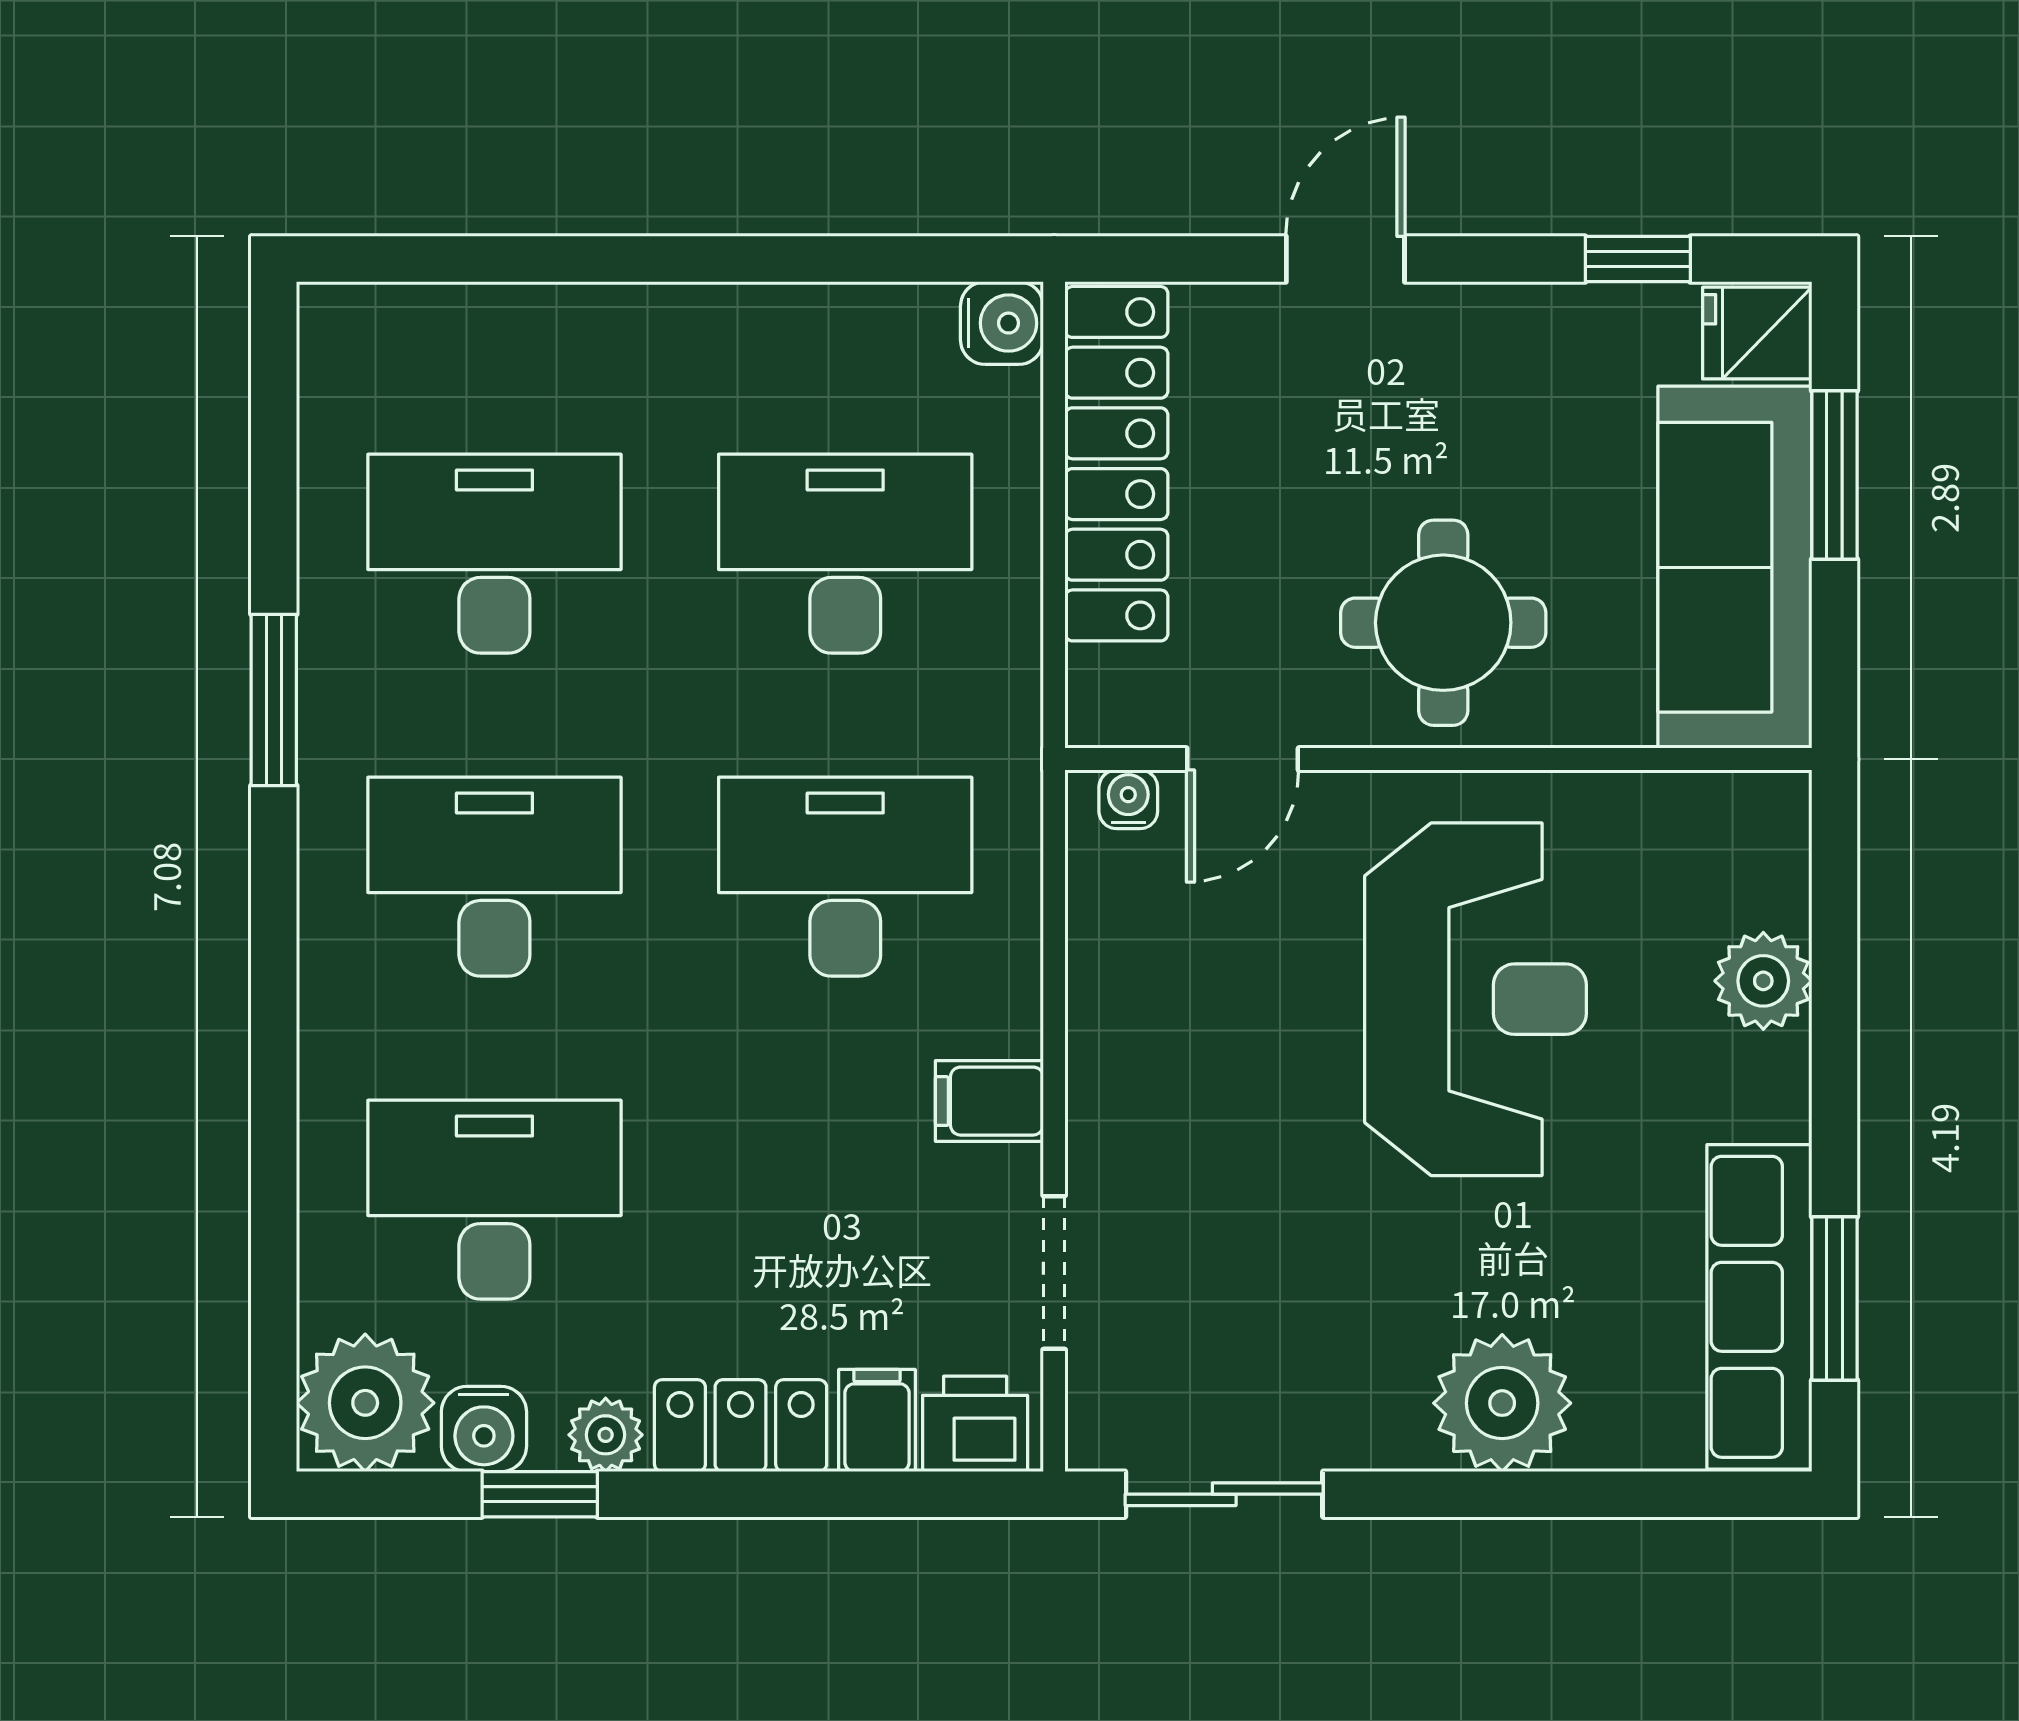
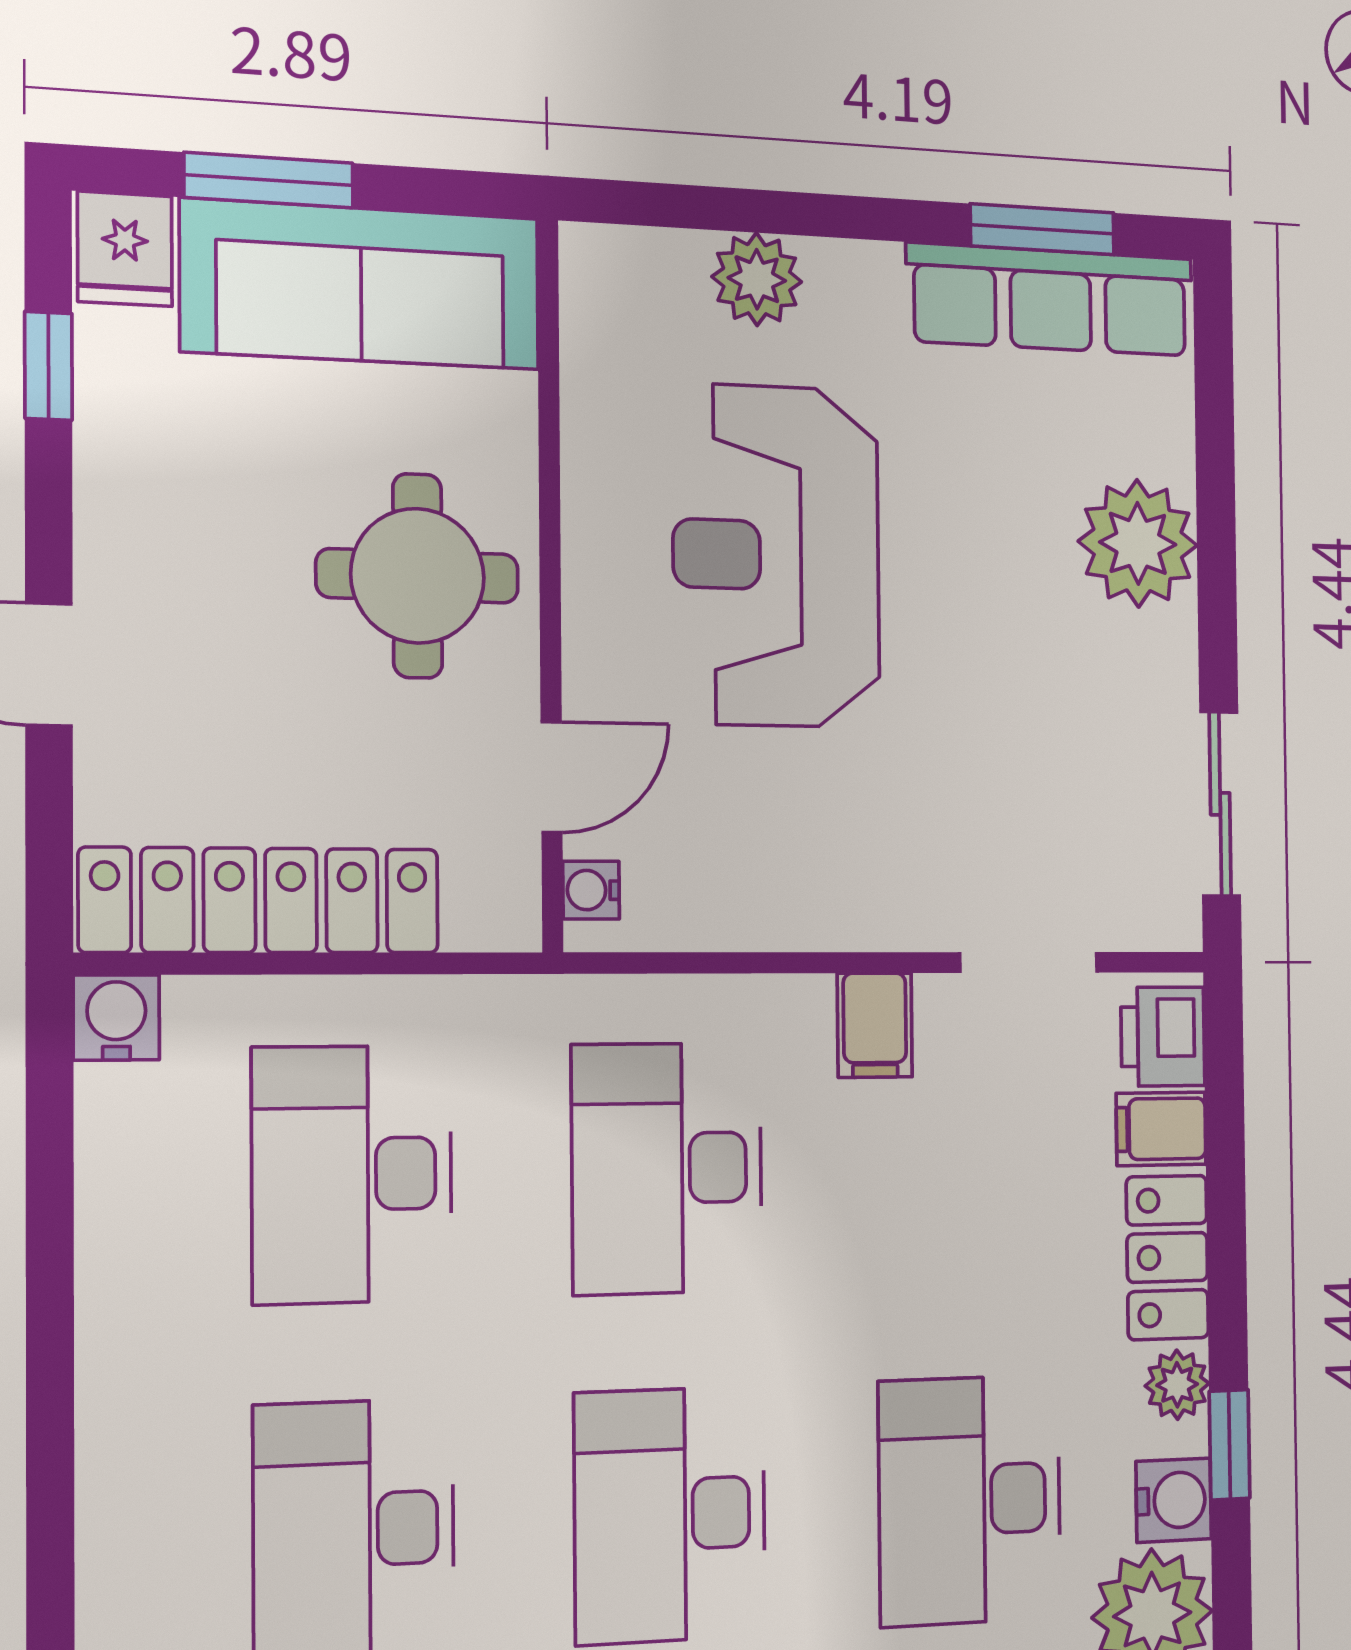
door: (1243, 759) -> (552, 777), hinge flipped
reception desk: (1476, 999) -> (776, 556), turned -90

